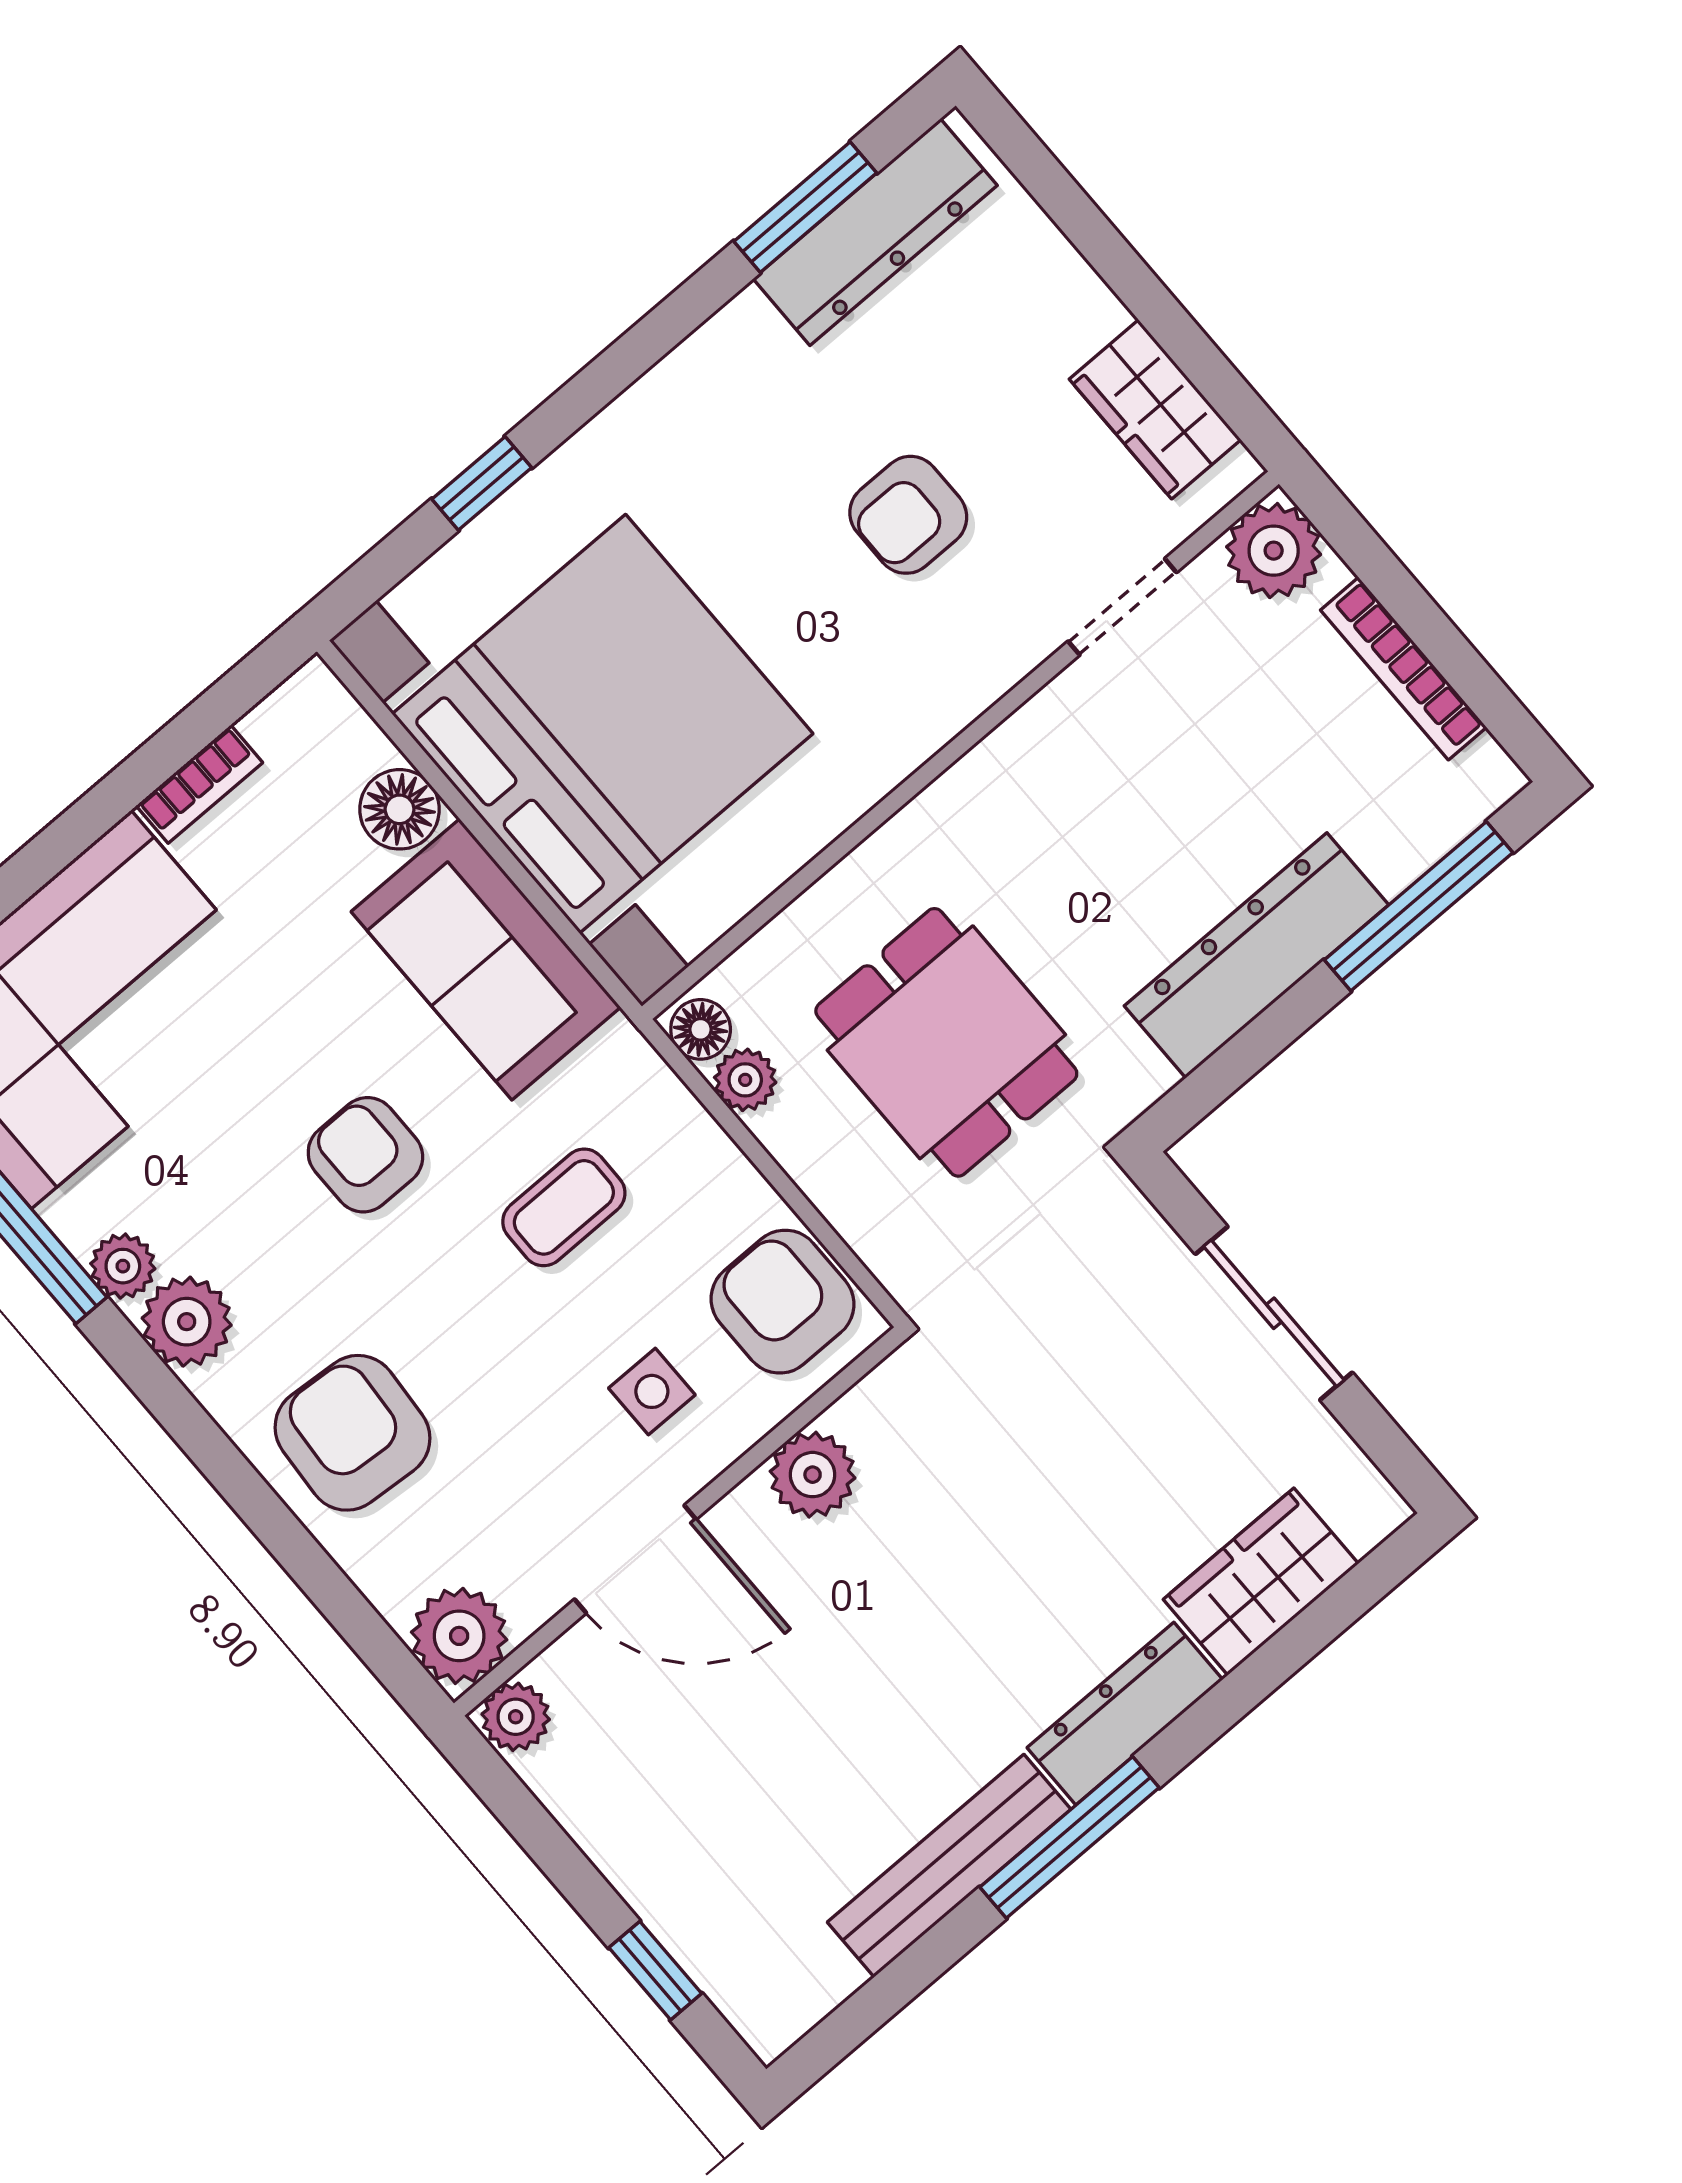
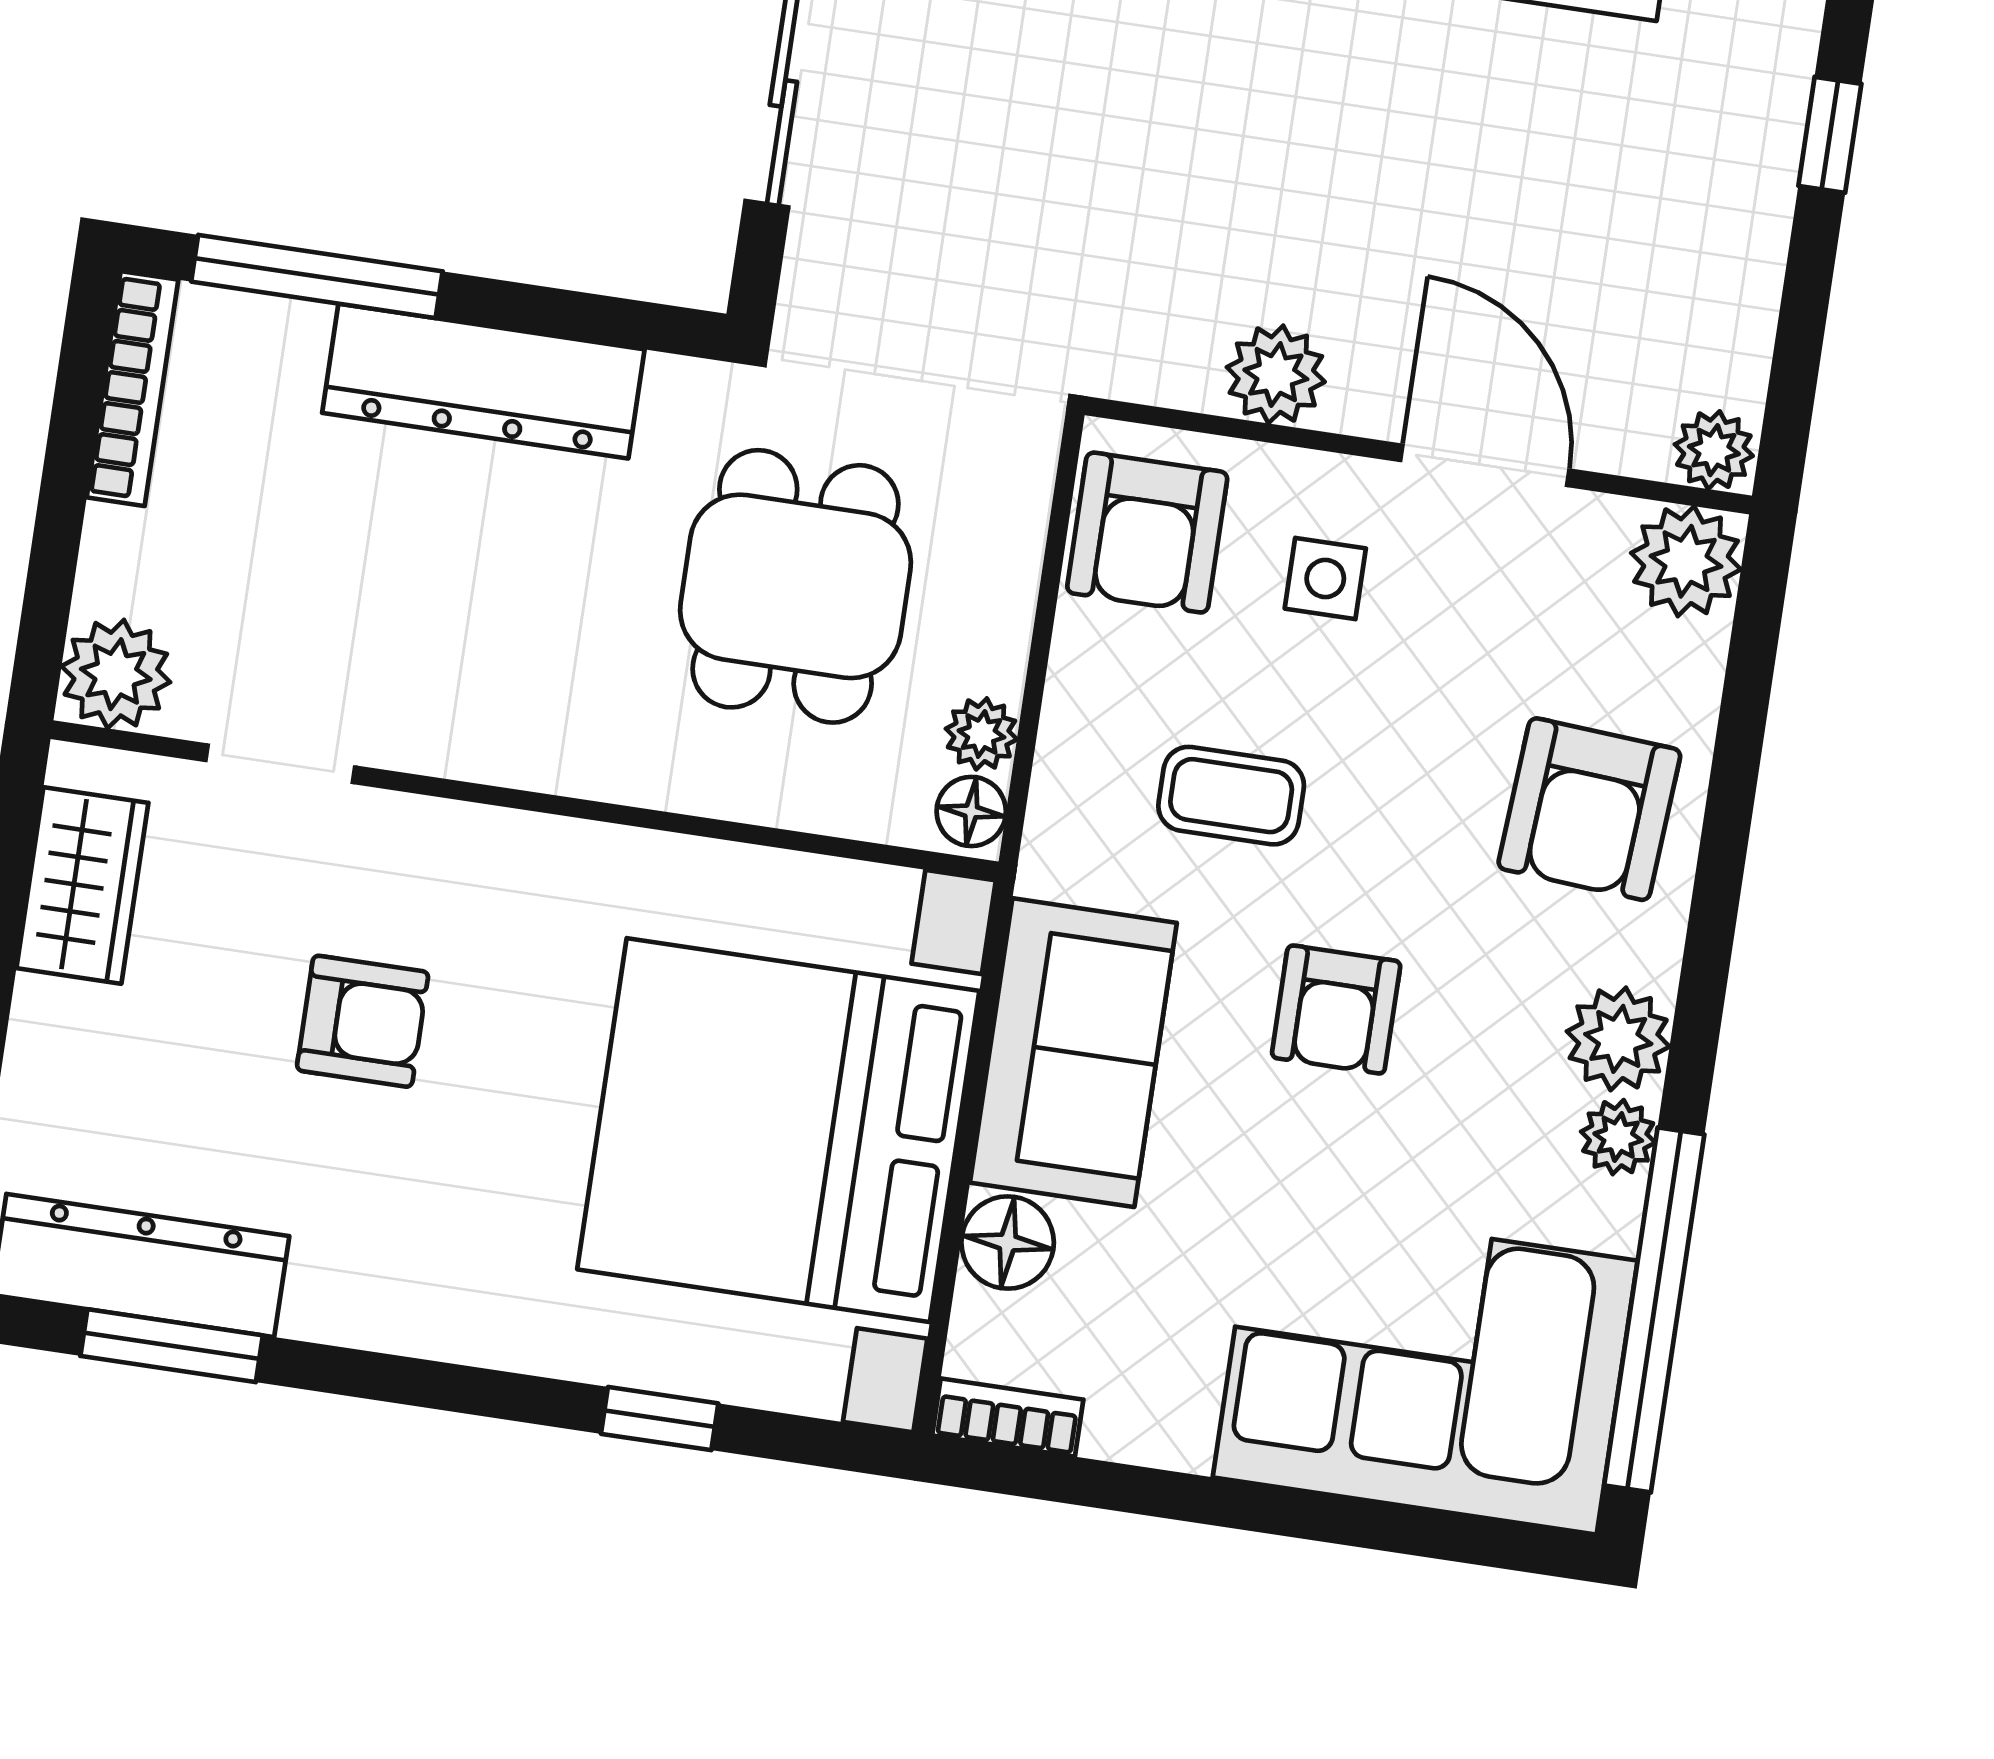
bookcase: (1404, 669) -> (133, 389), moved
bookcase: (199, 784) -> (1008, 1418), moved

